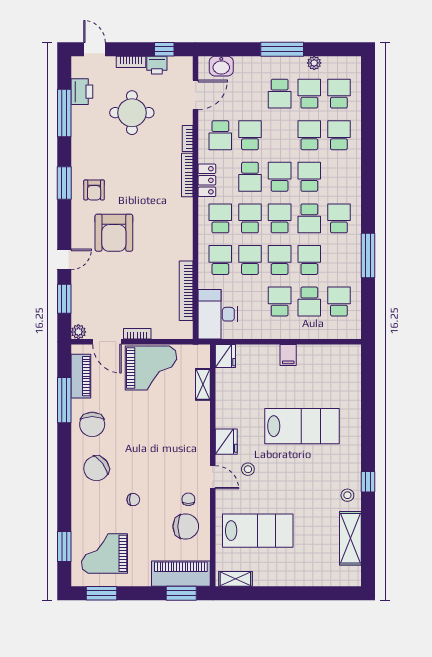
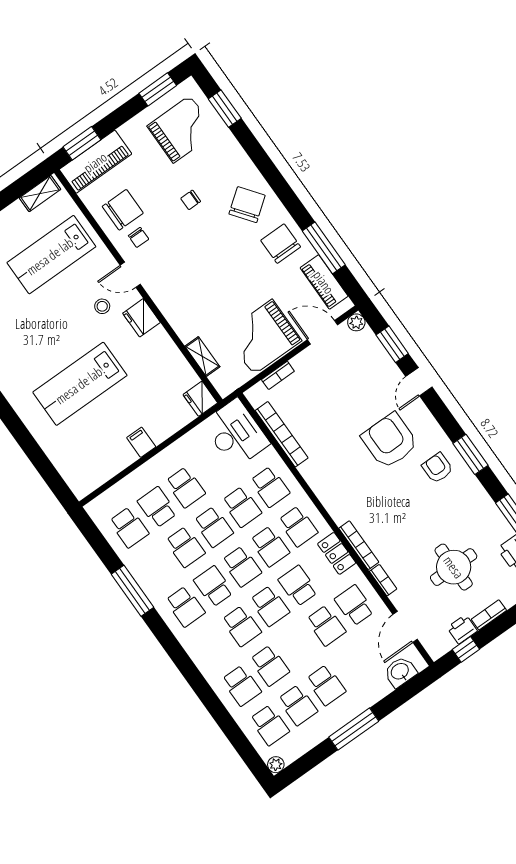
plant: (314, 63) -> (276, 765), moved
school desk: (280, 94) -> (326, 685), turned 180
bookcase: (137, 334) -> (278, 375), moved
chair: (186, 526) -> (123, 210), turned 180

